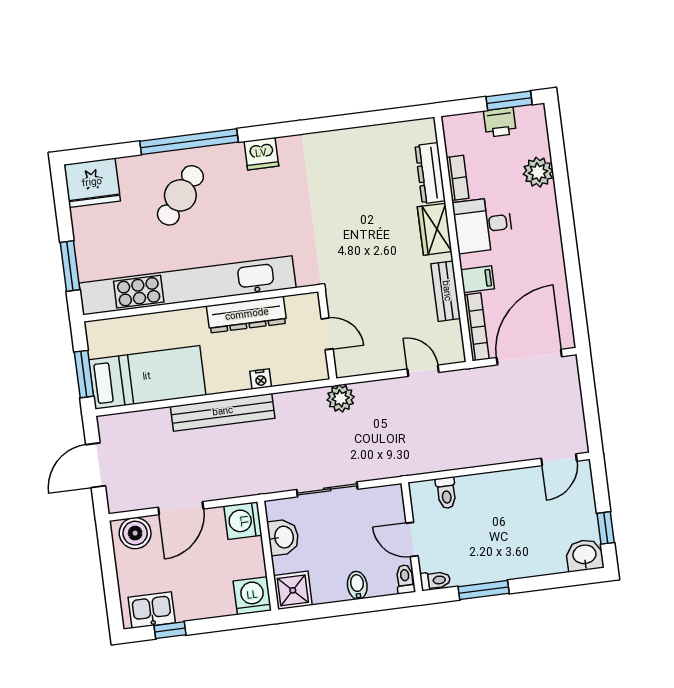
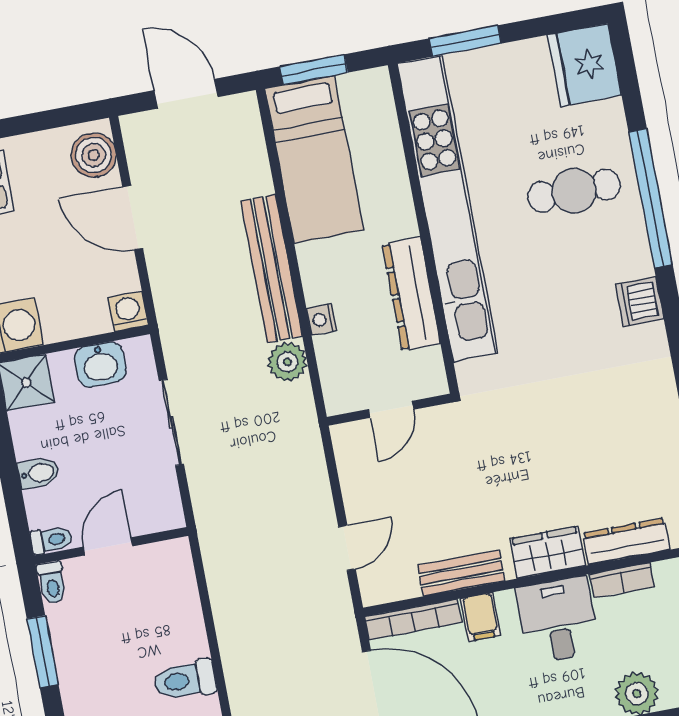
cafe table: (180, 195) -> (574, 191), turned -39
plant: (341, 398) -> (287, 362), moved
toilet: (446, 493) -> (185, 680), moved, width x1.37, depth x1.39
washing machine: (243, 521) -> (128, 311), width x0.73, depth x0.73

